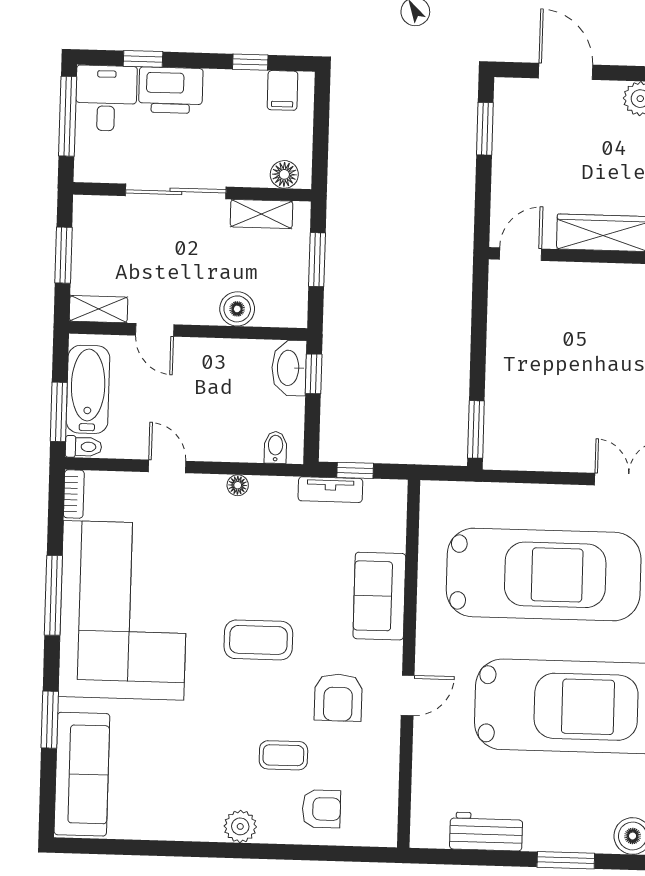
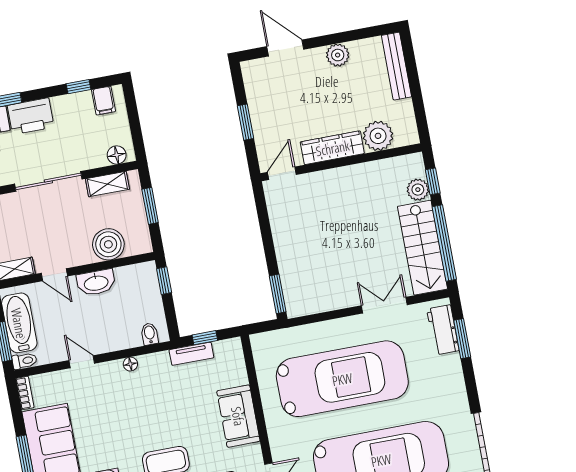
window: (485, 129) -> (245, 122), moved
boiler: (237, 309) -> (108, 244), width x1.37, depth x1.37
washbasin: (289, 368) -> (96, 283), moved, turned -90

